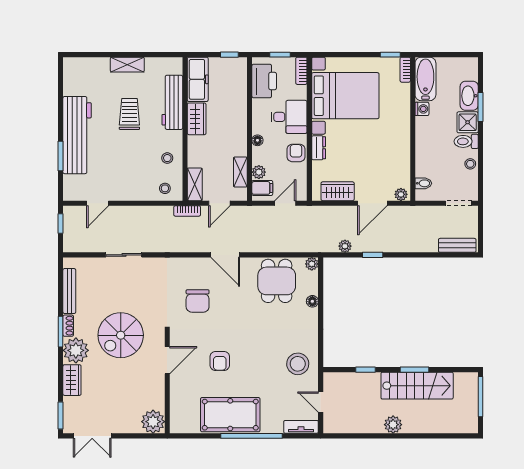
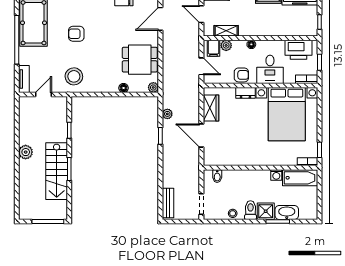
plant: (401, 194) -> (208, 158), removed
armchair: (220, 361) -> (76, 34), moved

